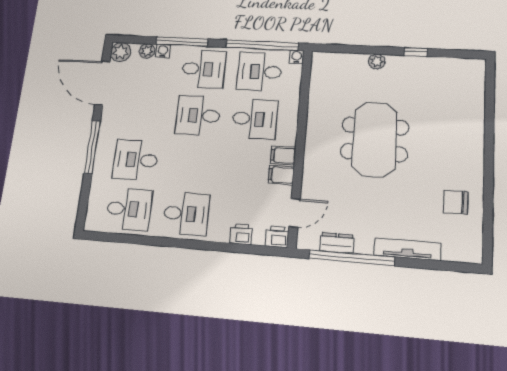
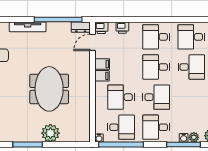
window: (182, 42) -> (183, 145), moved
window: (416, 52) -> (28, 145), width x2.17
plant: (377, 62) -> (50, 133), width x1.88, depth x1.88
desk: (192, 164) -> (156, 67), added
dresser: (337, 243) -> (81, 27), moved

